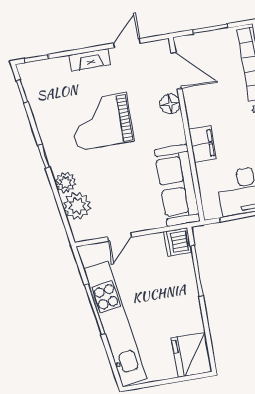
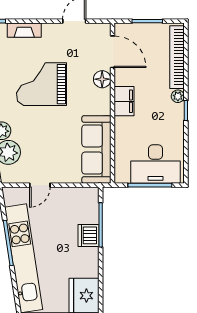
fireplace: (90, 60) -> (24, 30), moved
filing cabinet: (203, 144) -> (124, 101), moved
dishwasher: (178, 242) -> (88, 235), moved

